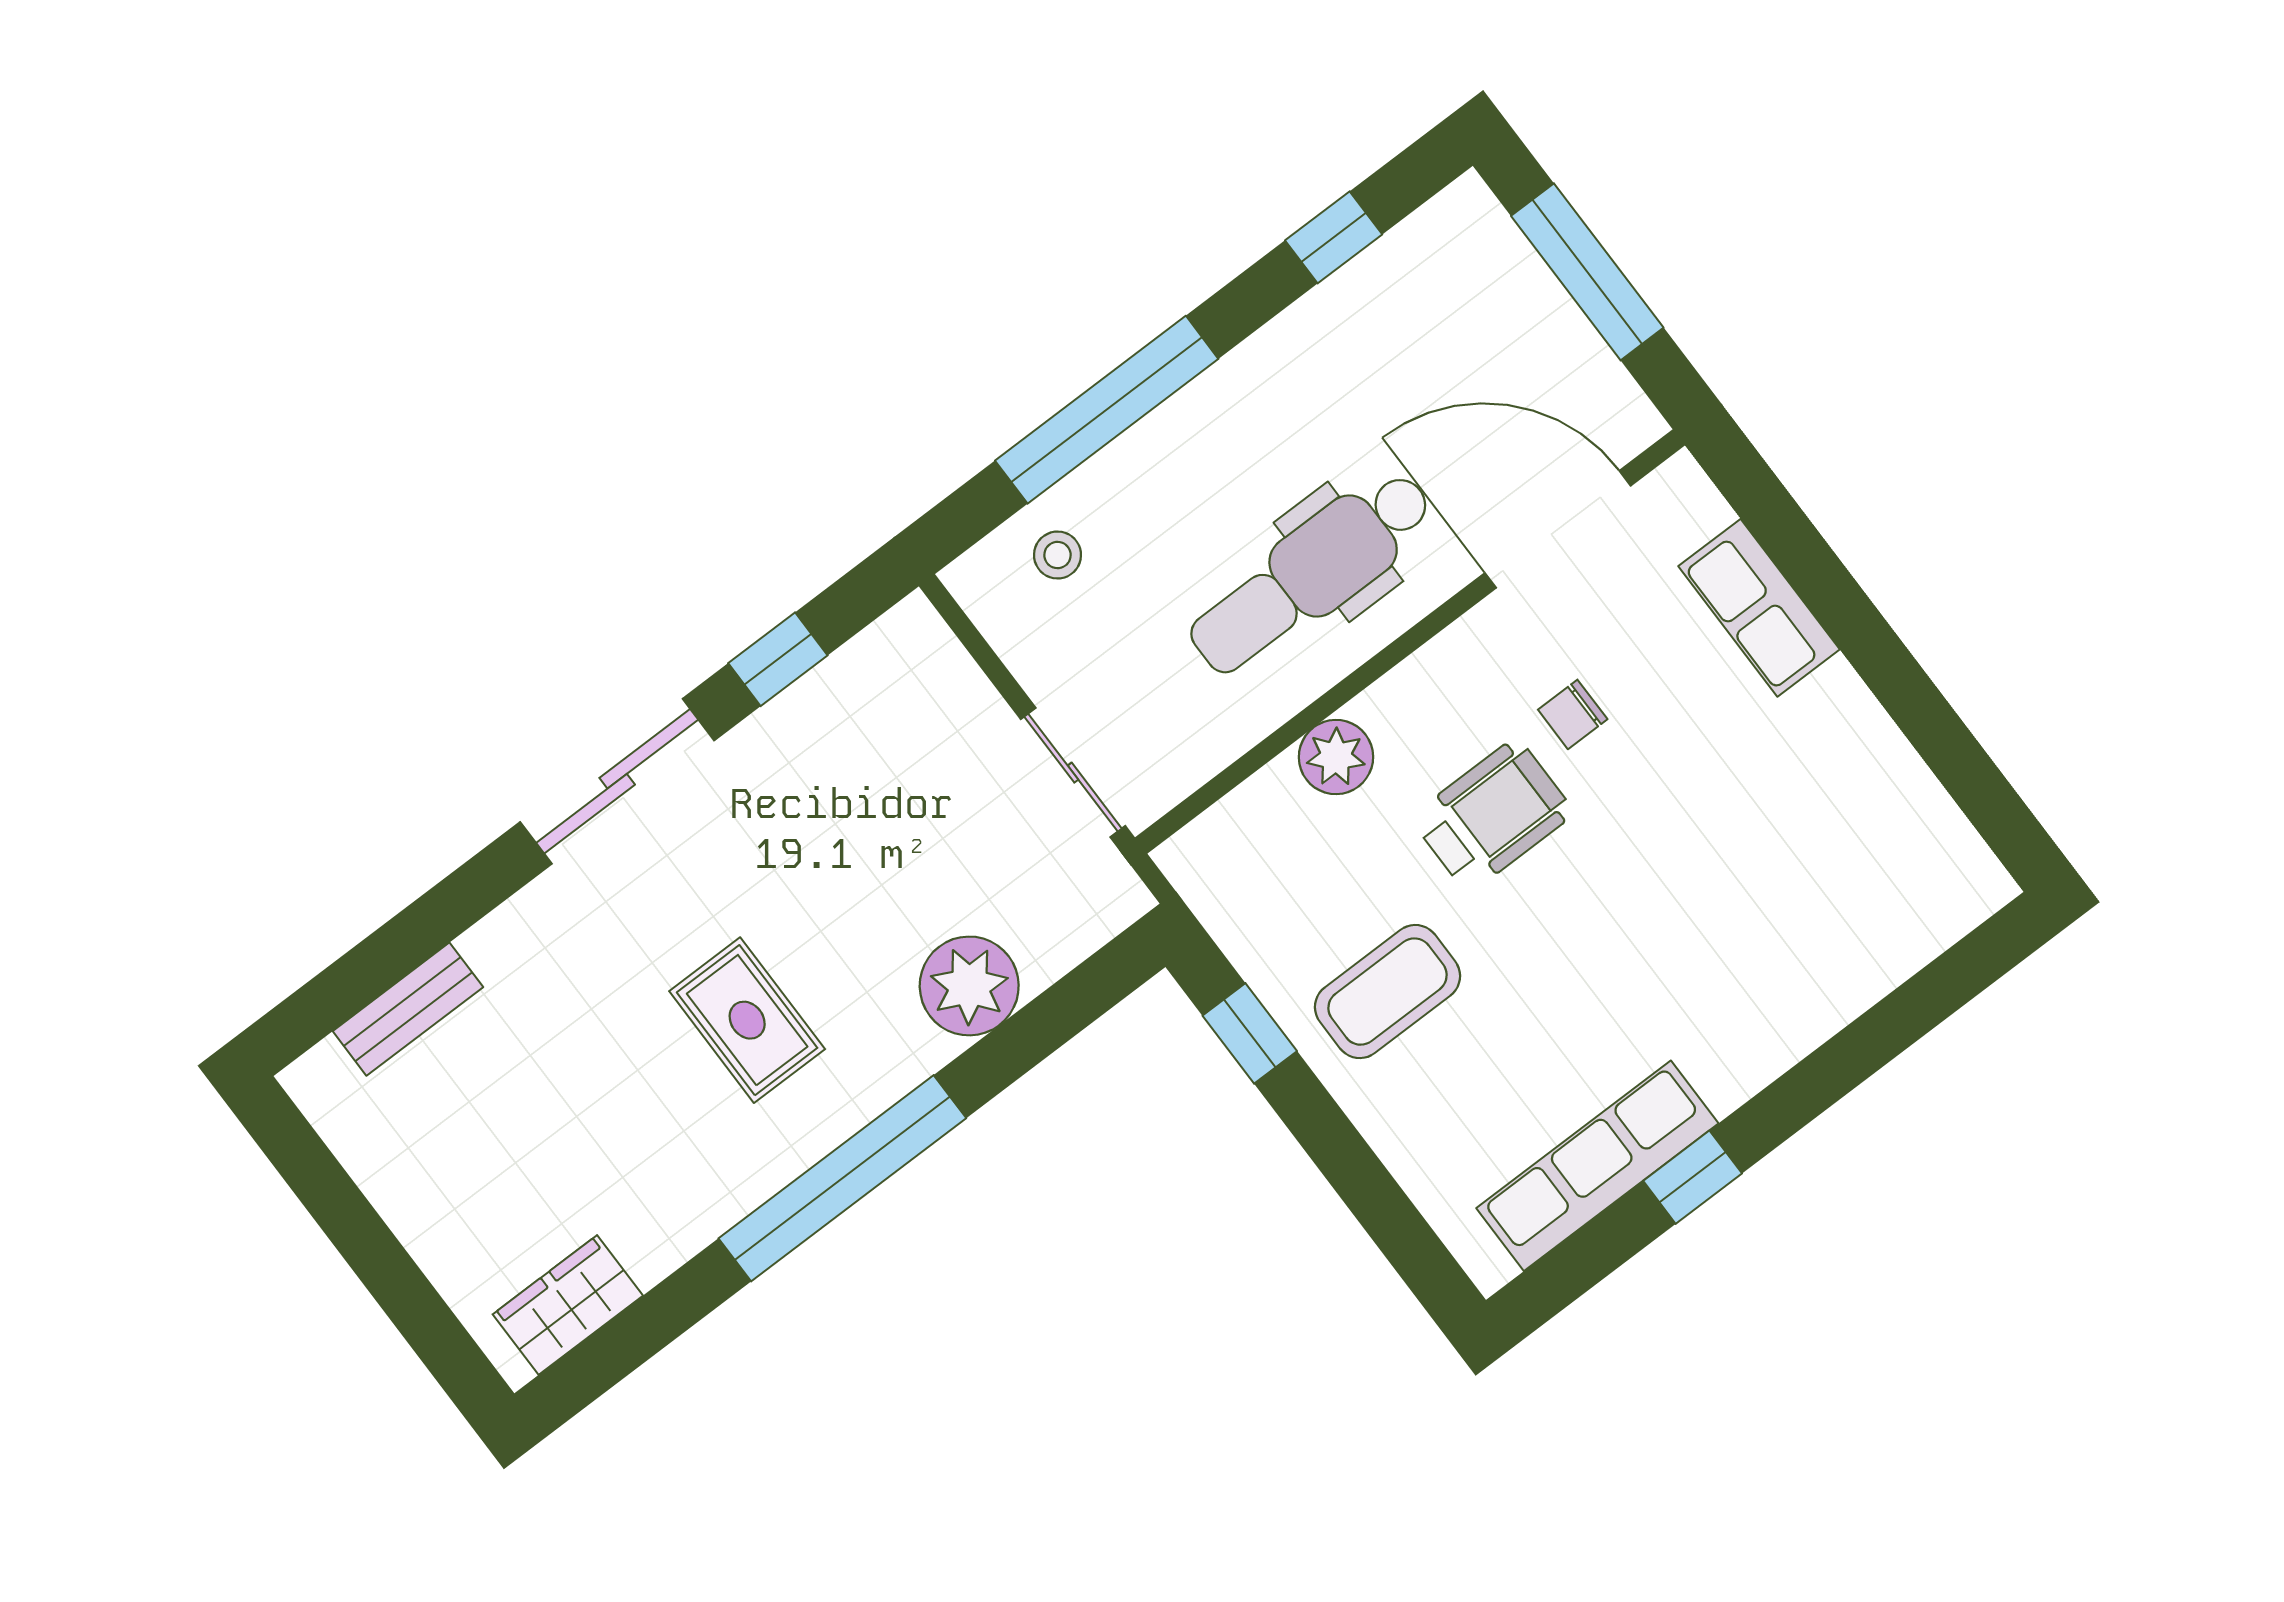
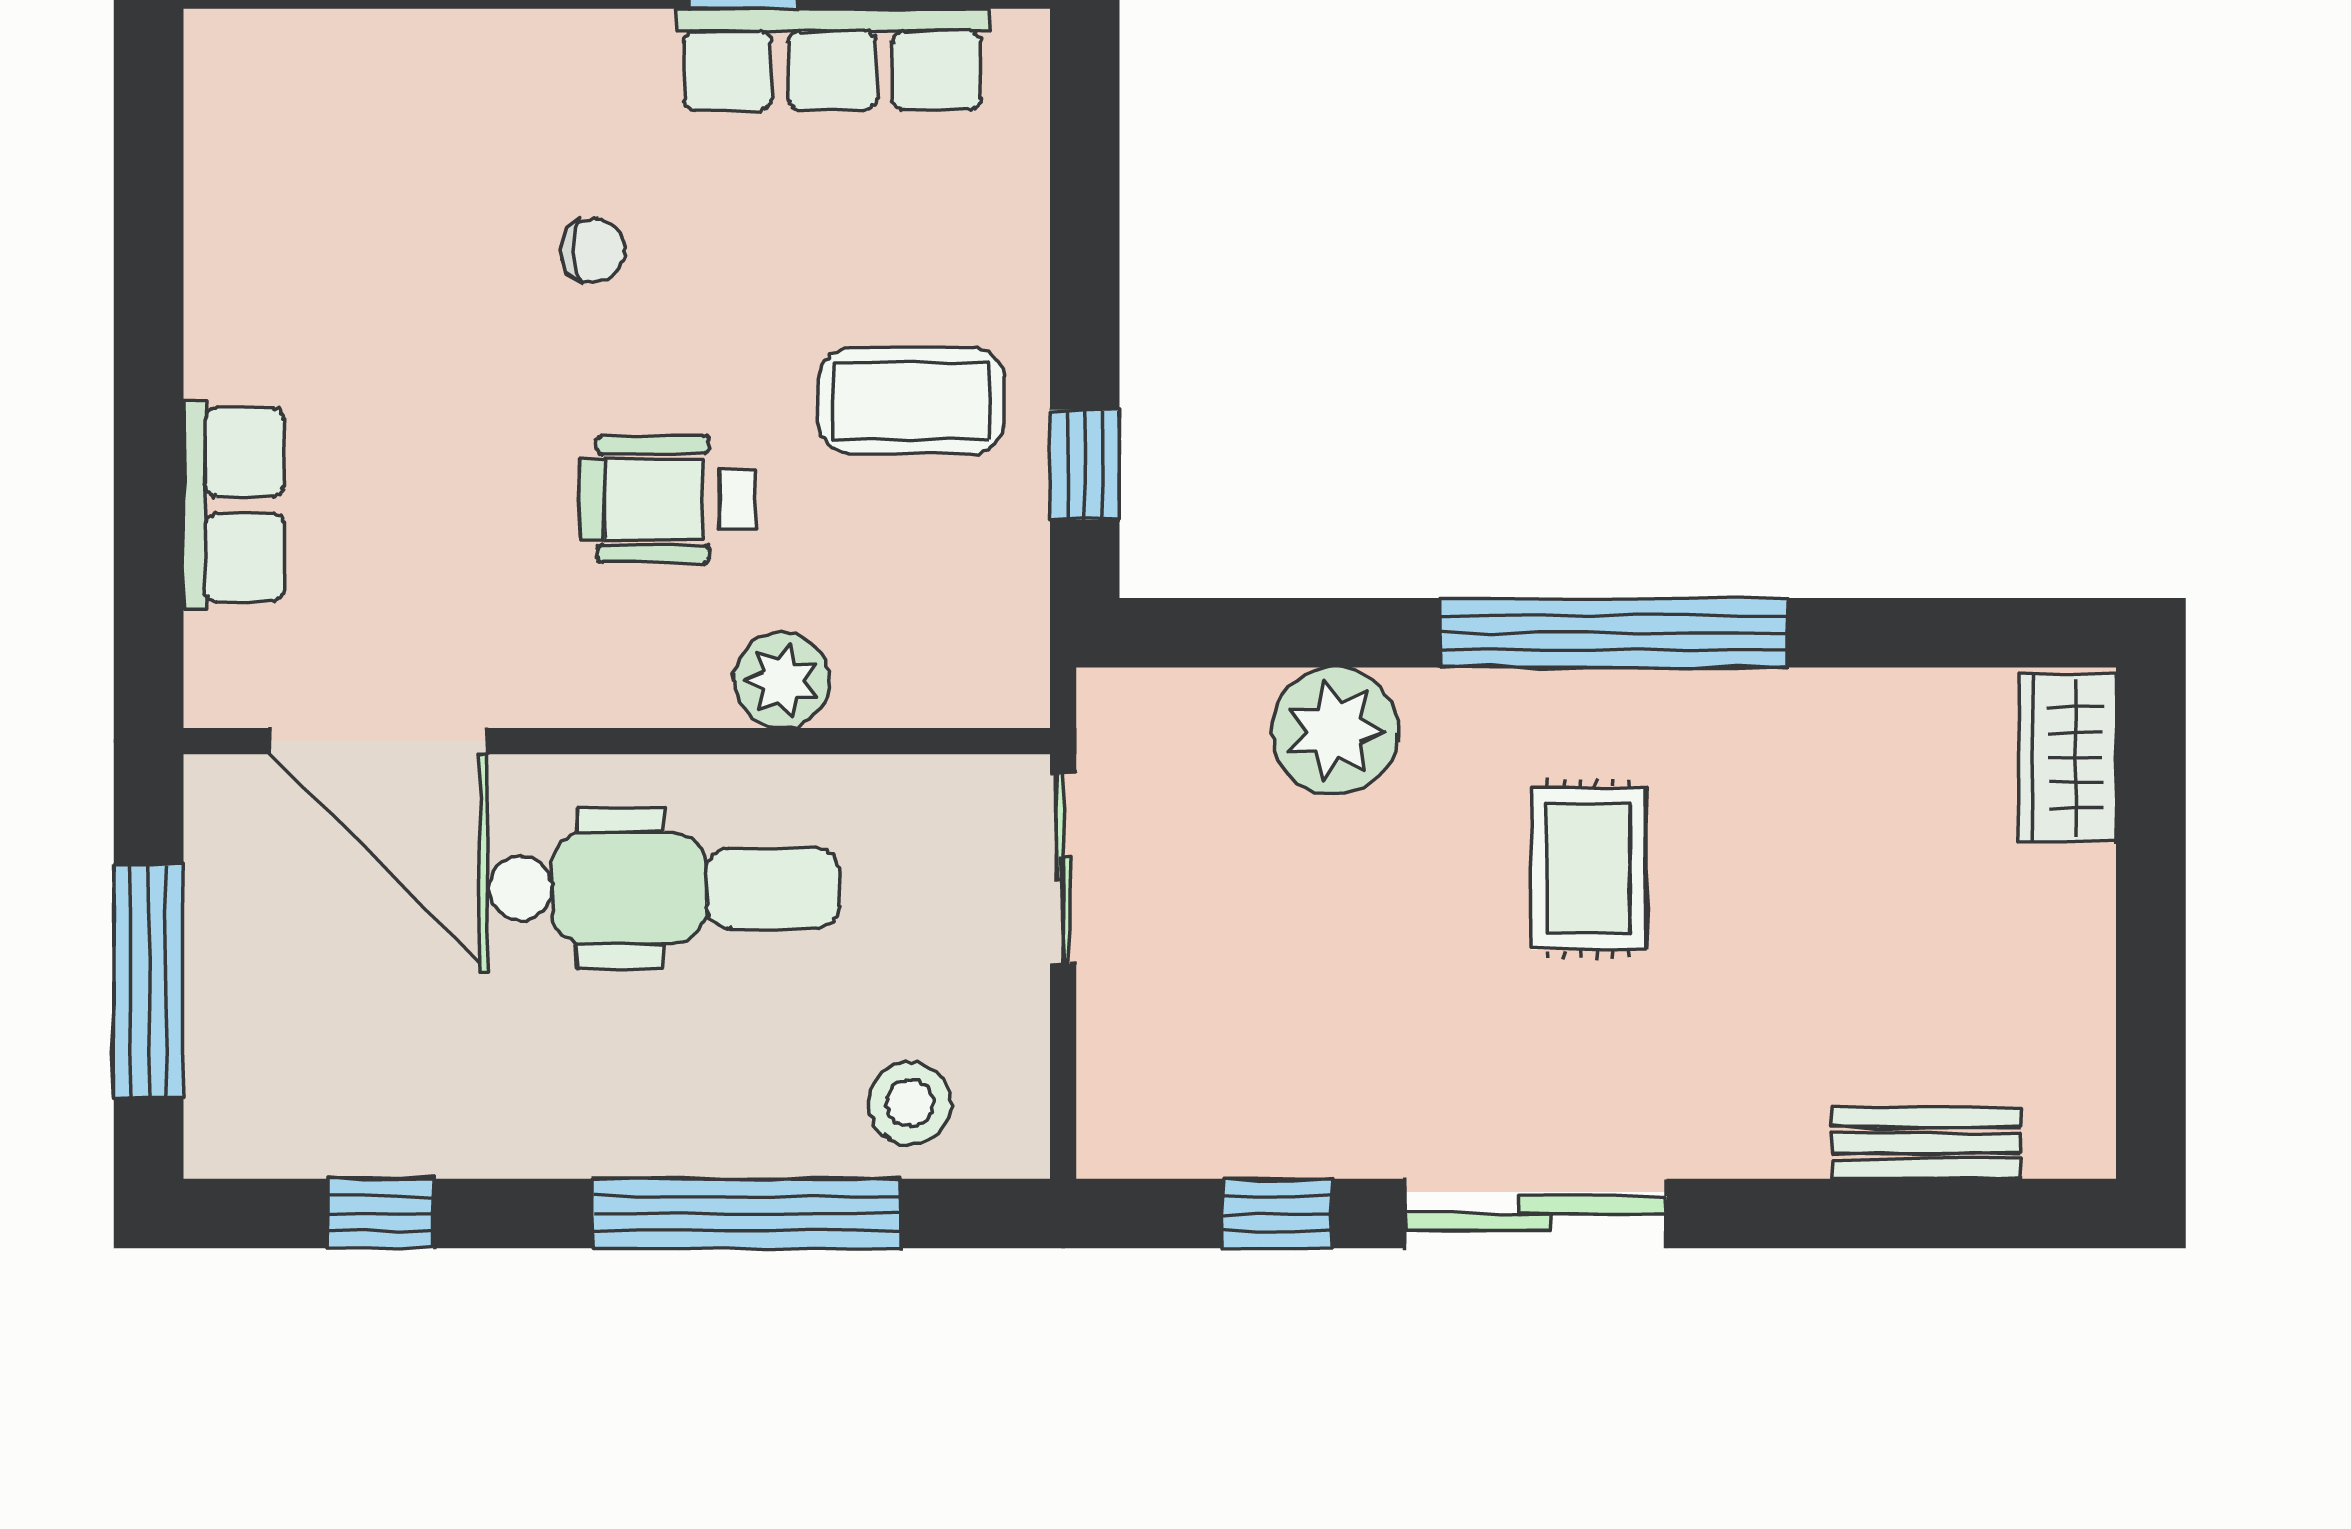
stool: (1058, 555) -> (910, 1103), width x1.37, depth x1.37
chair: (1573, 714) -> (593, 250), moved
wardrobe: (568, 1305) -> (2067, 757), moved, turned 90

